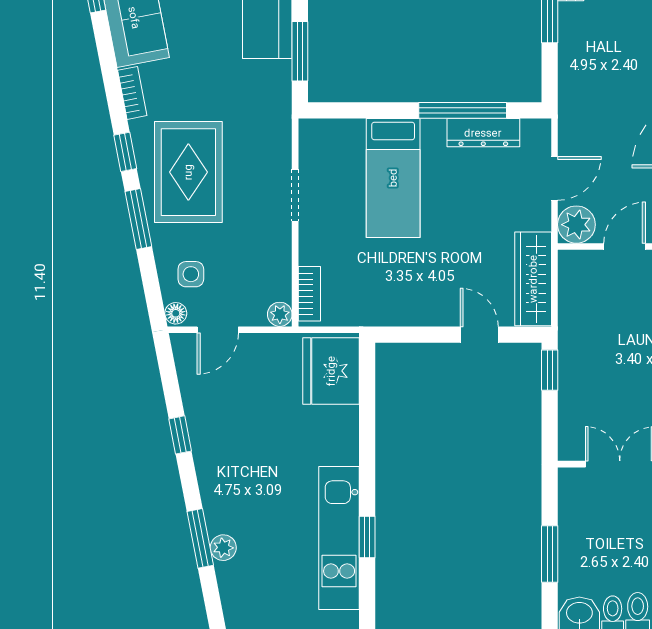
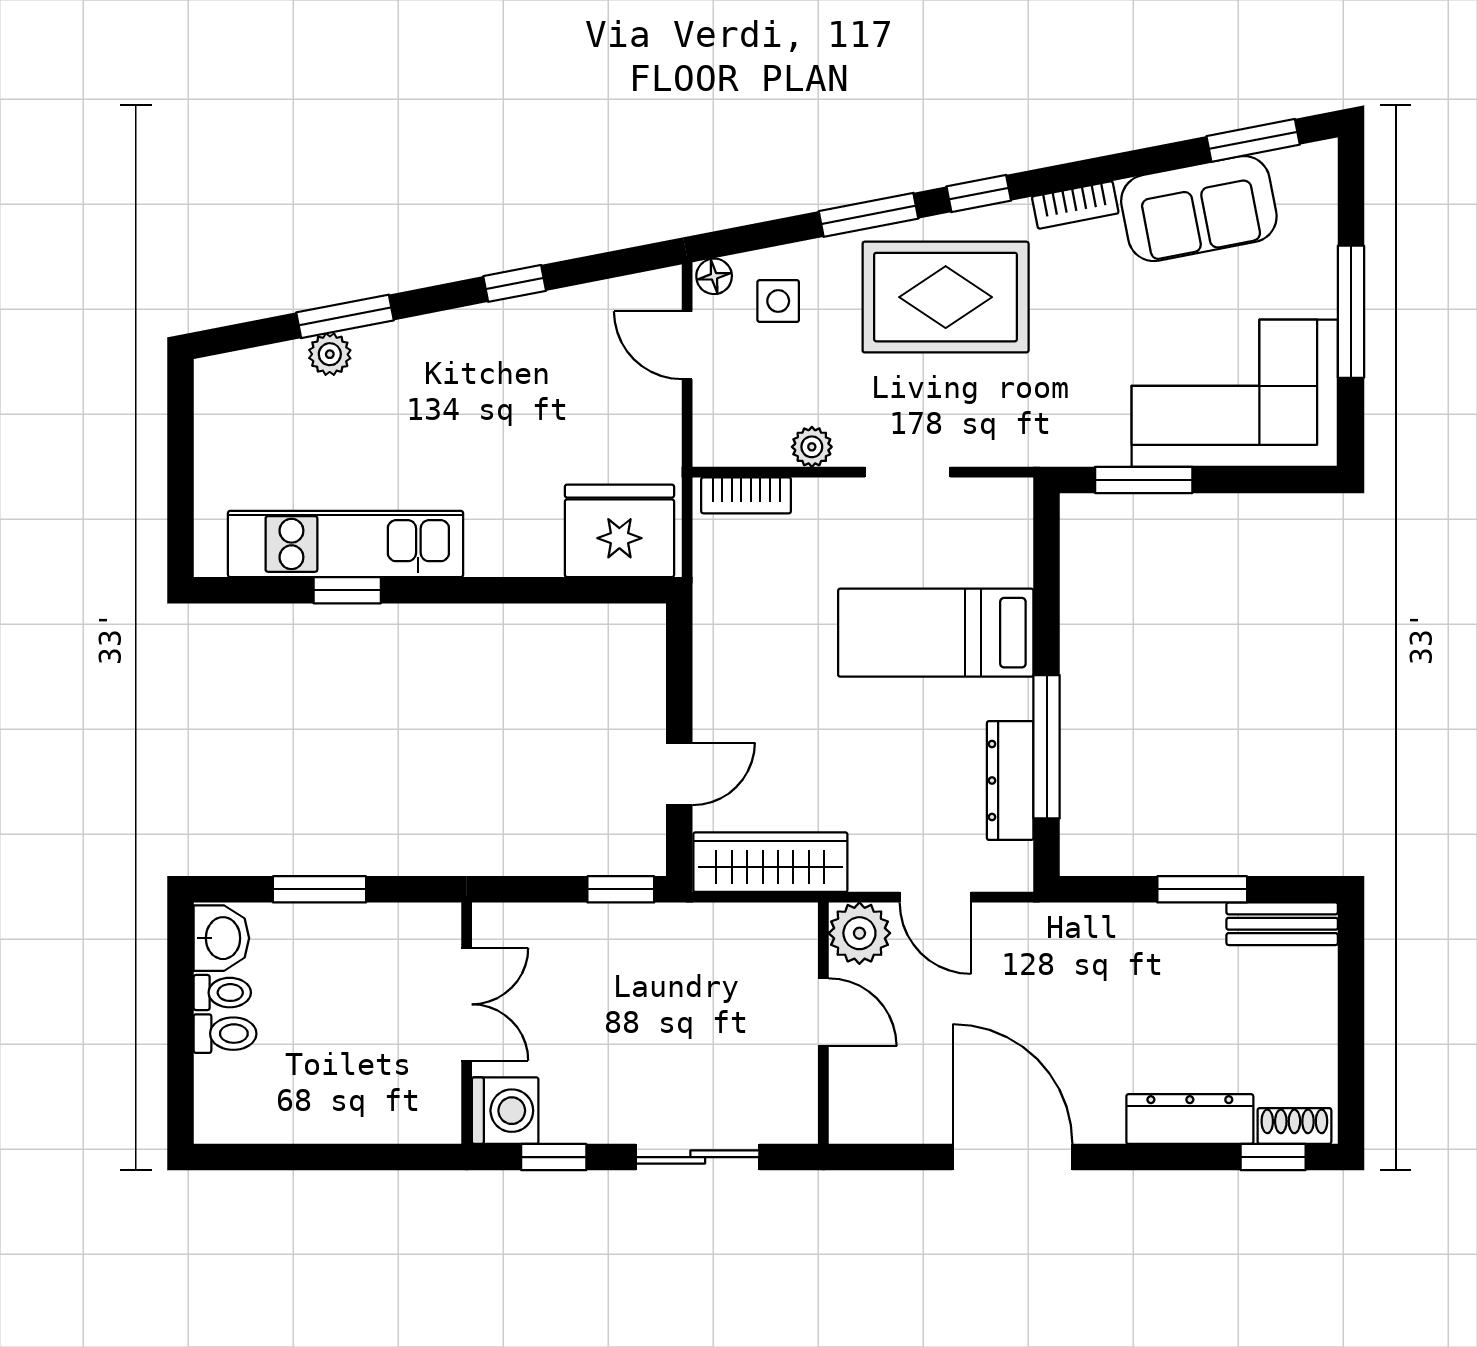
plant: (280, 314) -> (812, 447), moved

